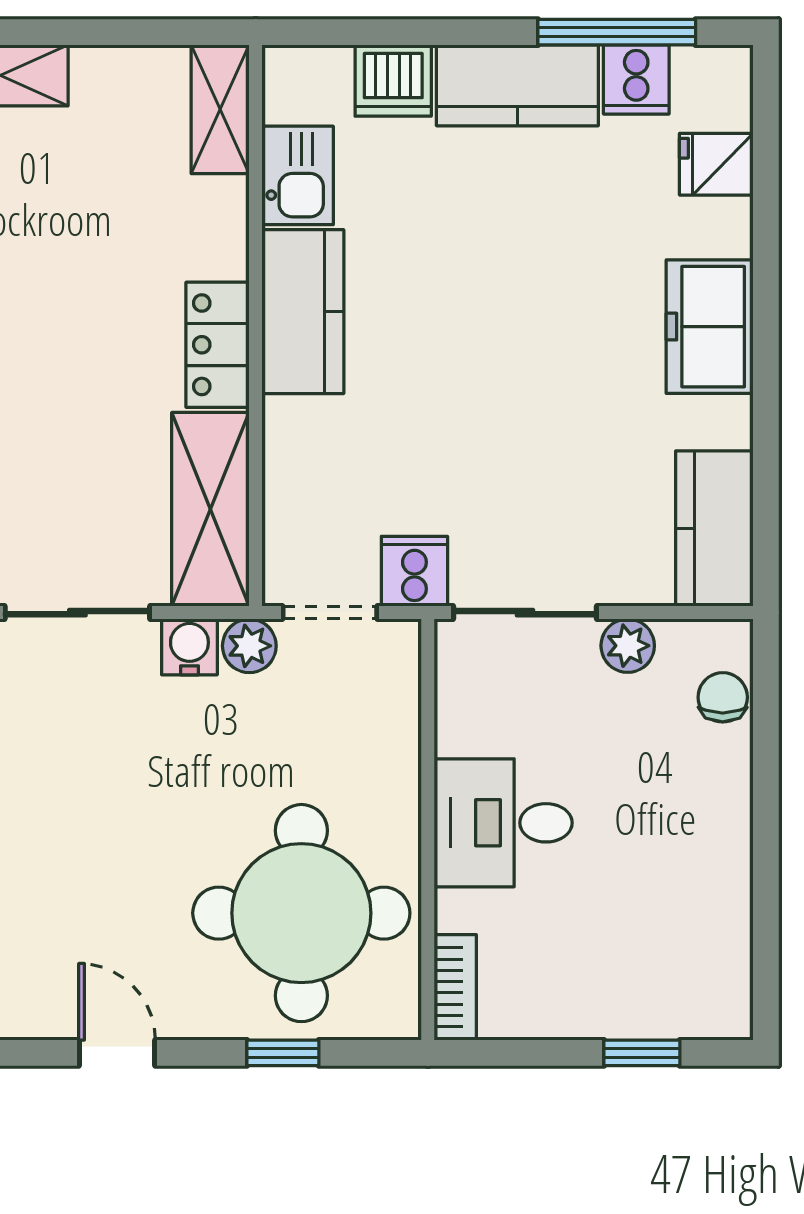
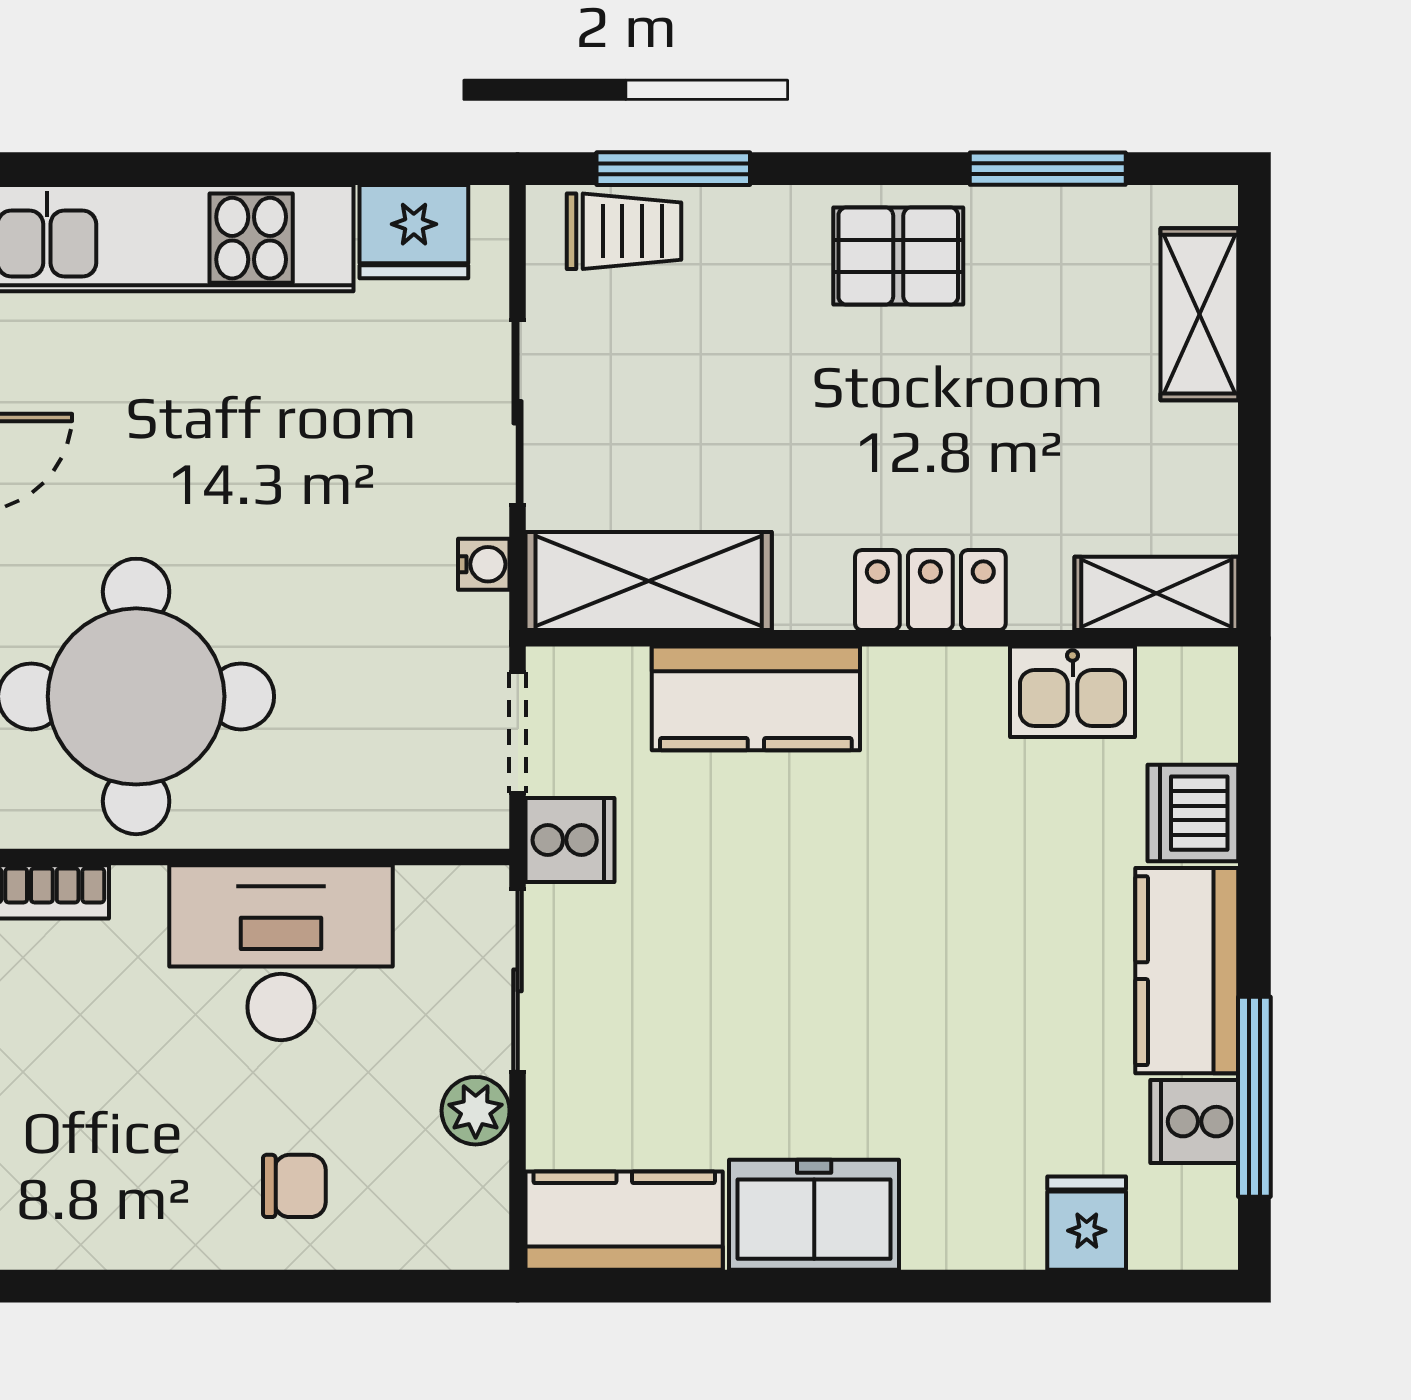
kitchen counter: (303, 312) -> (756, 698), moved
freezer: (710, 327) -> (814, 1215), moved
locker: (218, 345) -> (930, 590), moved
plant: (249, 646) -> (475, 630), removed
water cooler: (189, 647) -> (484, 564), width x0.72, depth x0.72
chair: (723, 697) -> (294, 1186), moved
desk: (503, 823) -> (281, 953), width x1.37

